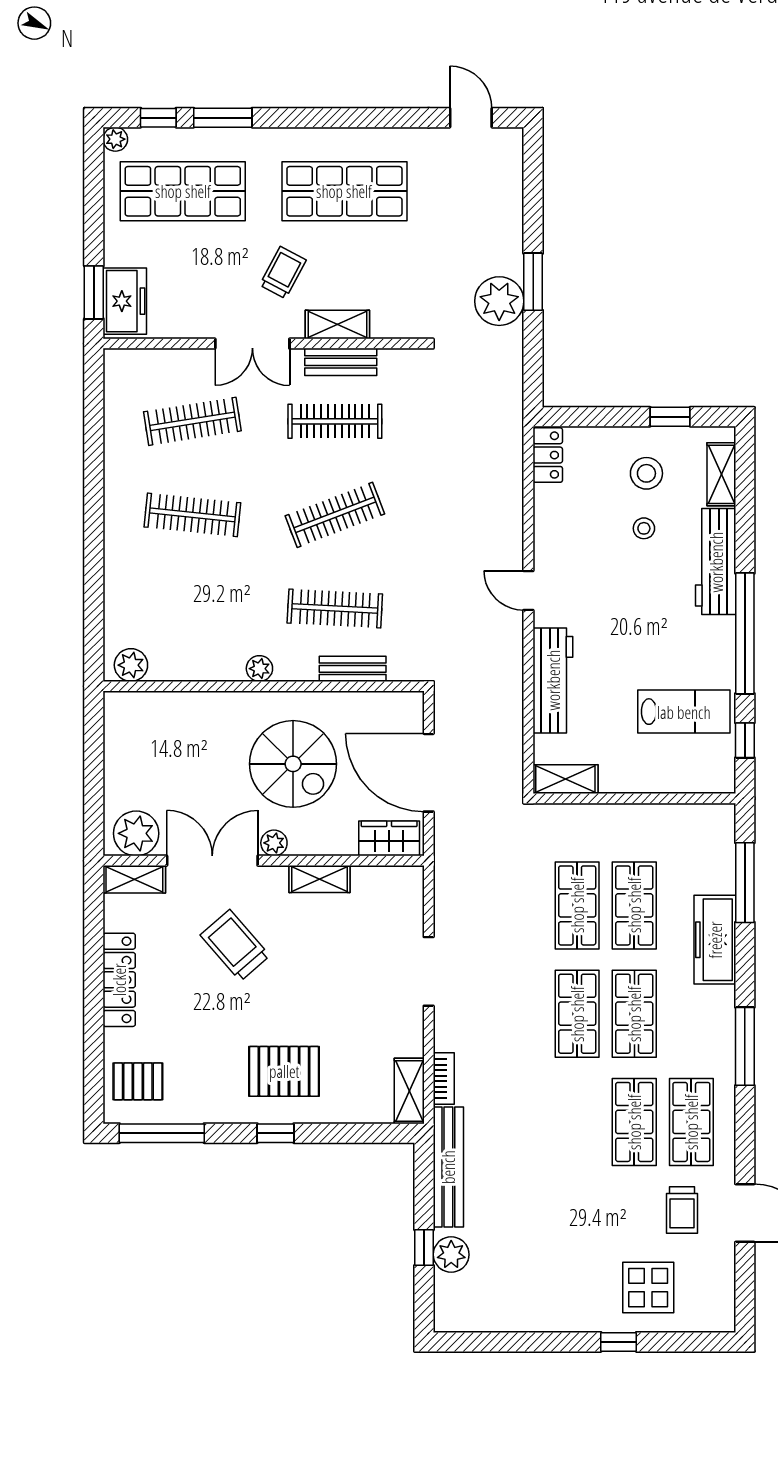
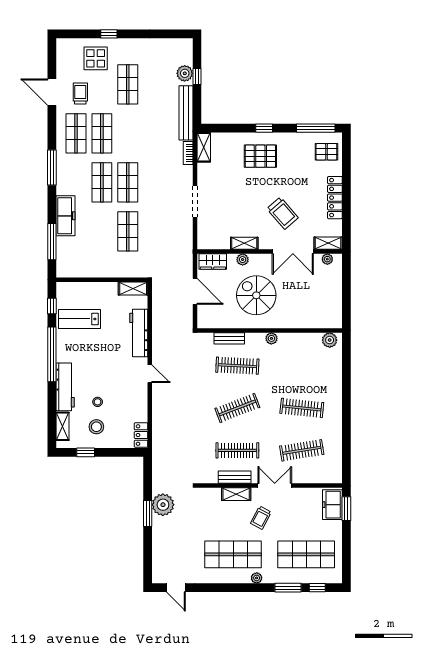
plant: (115, 139) -> (257, 578), moved
door: (429, 773) -> (195, 291), width x0.73
plant: (136, 833) -> (327, 259), width x0.53, depth x0.53
plant: (274, 843) -> (243, 260), moved
shop shelf: (634, 905) -> (128, 84), moved

